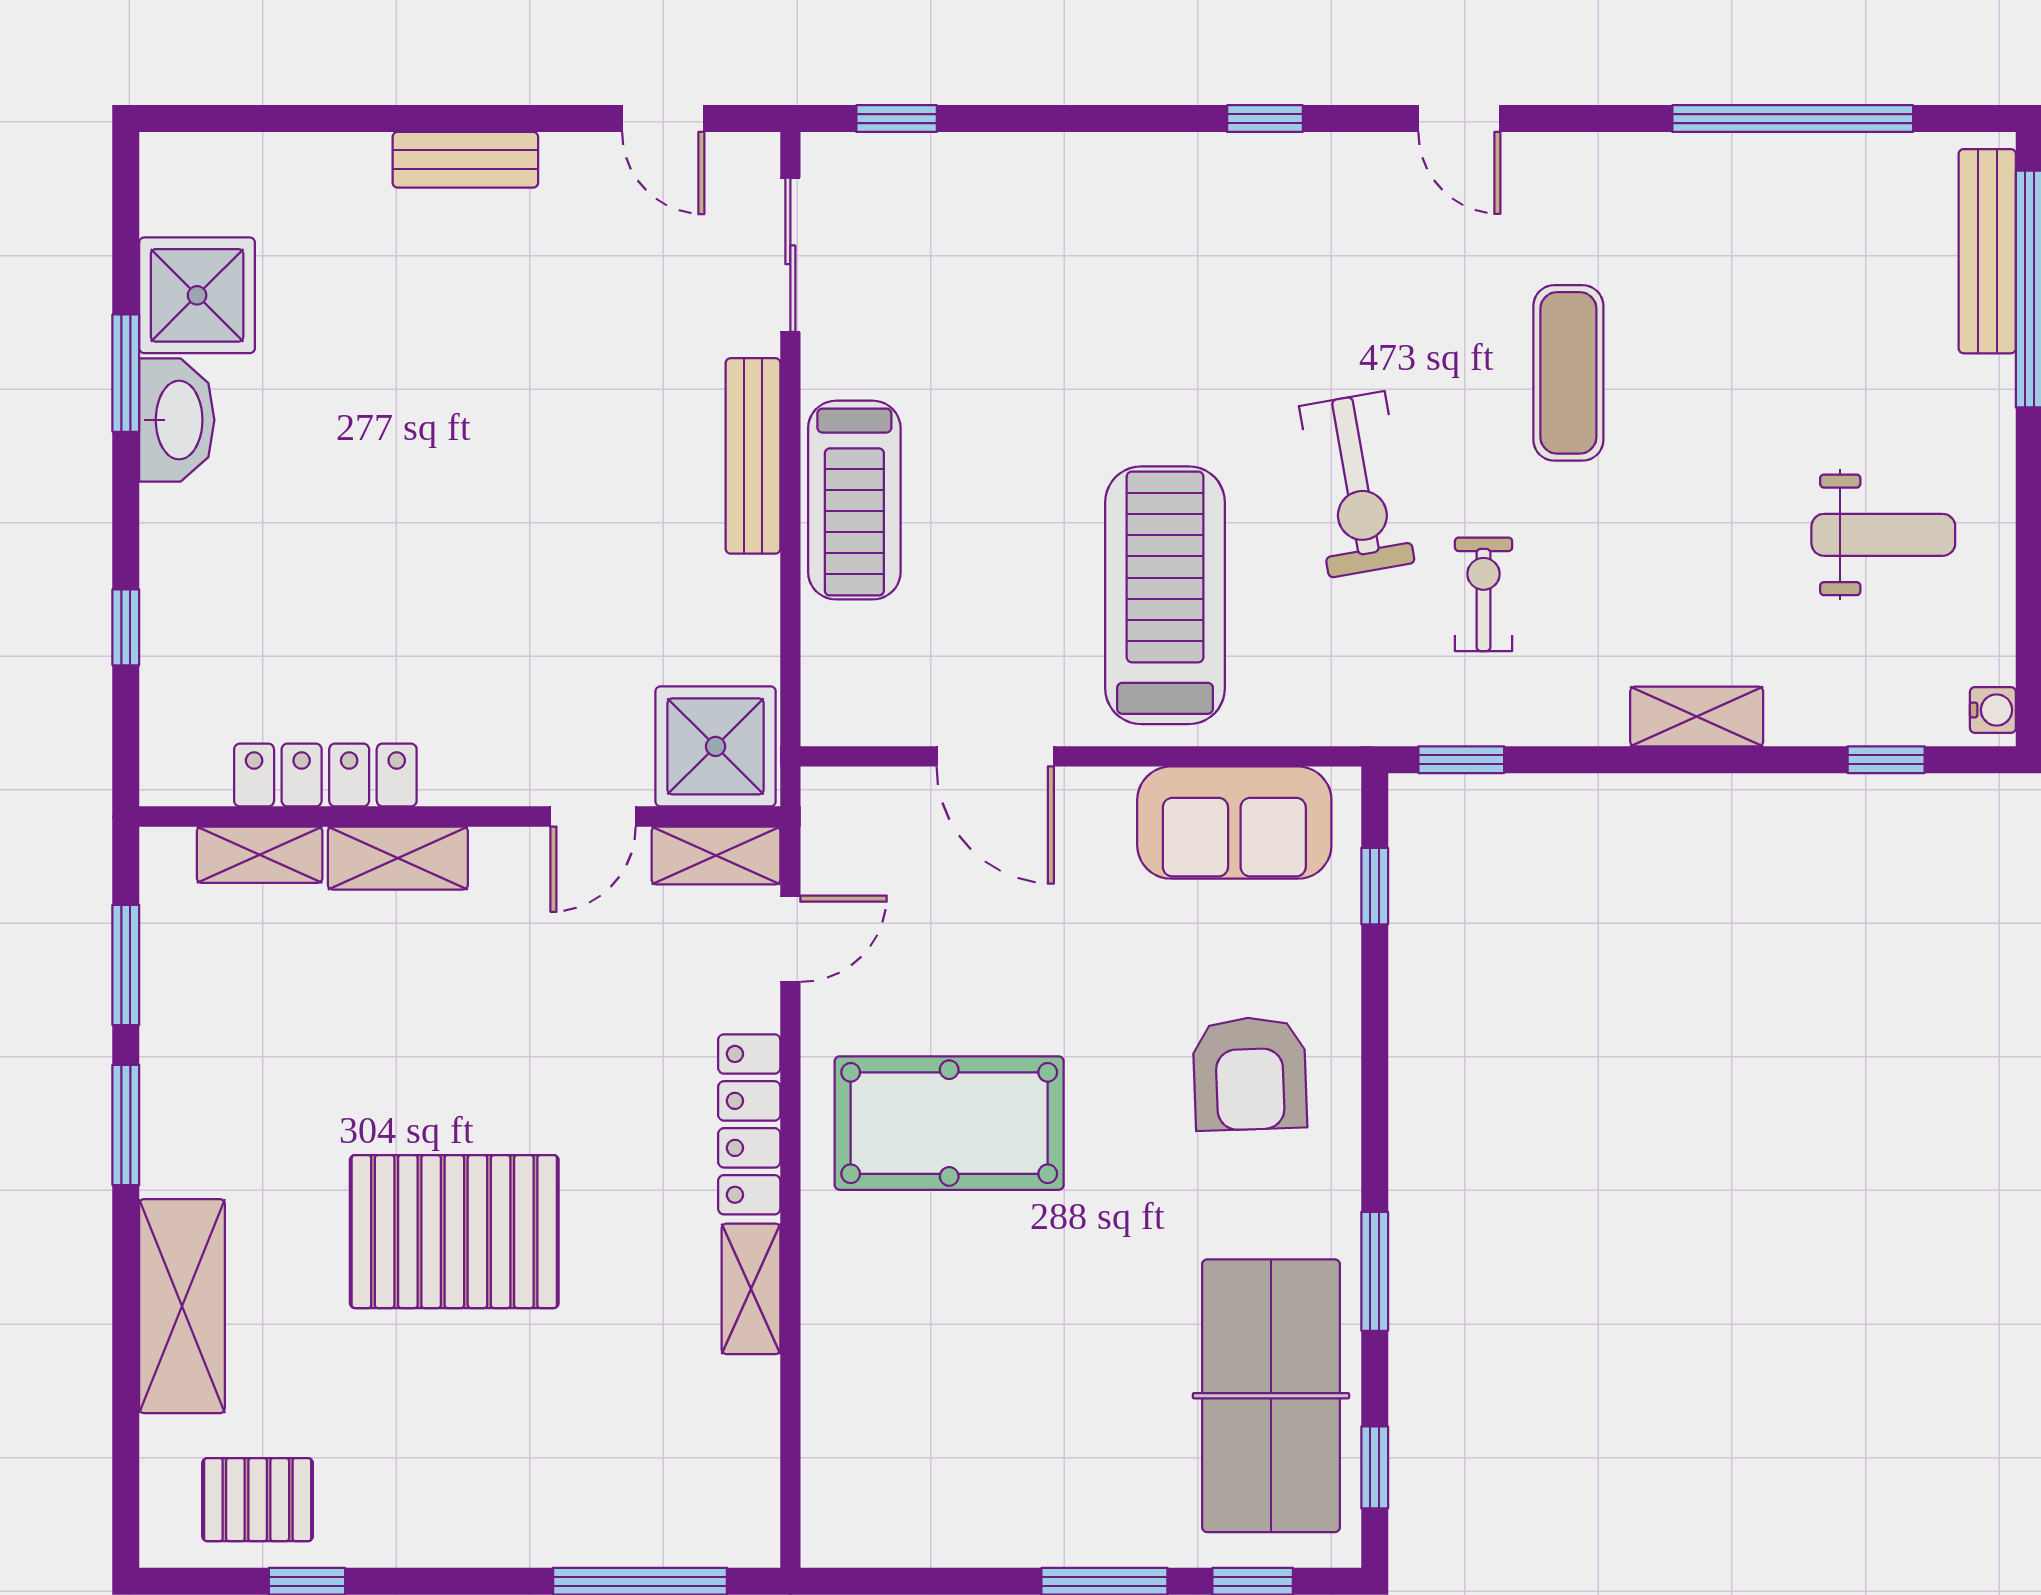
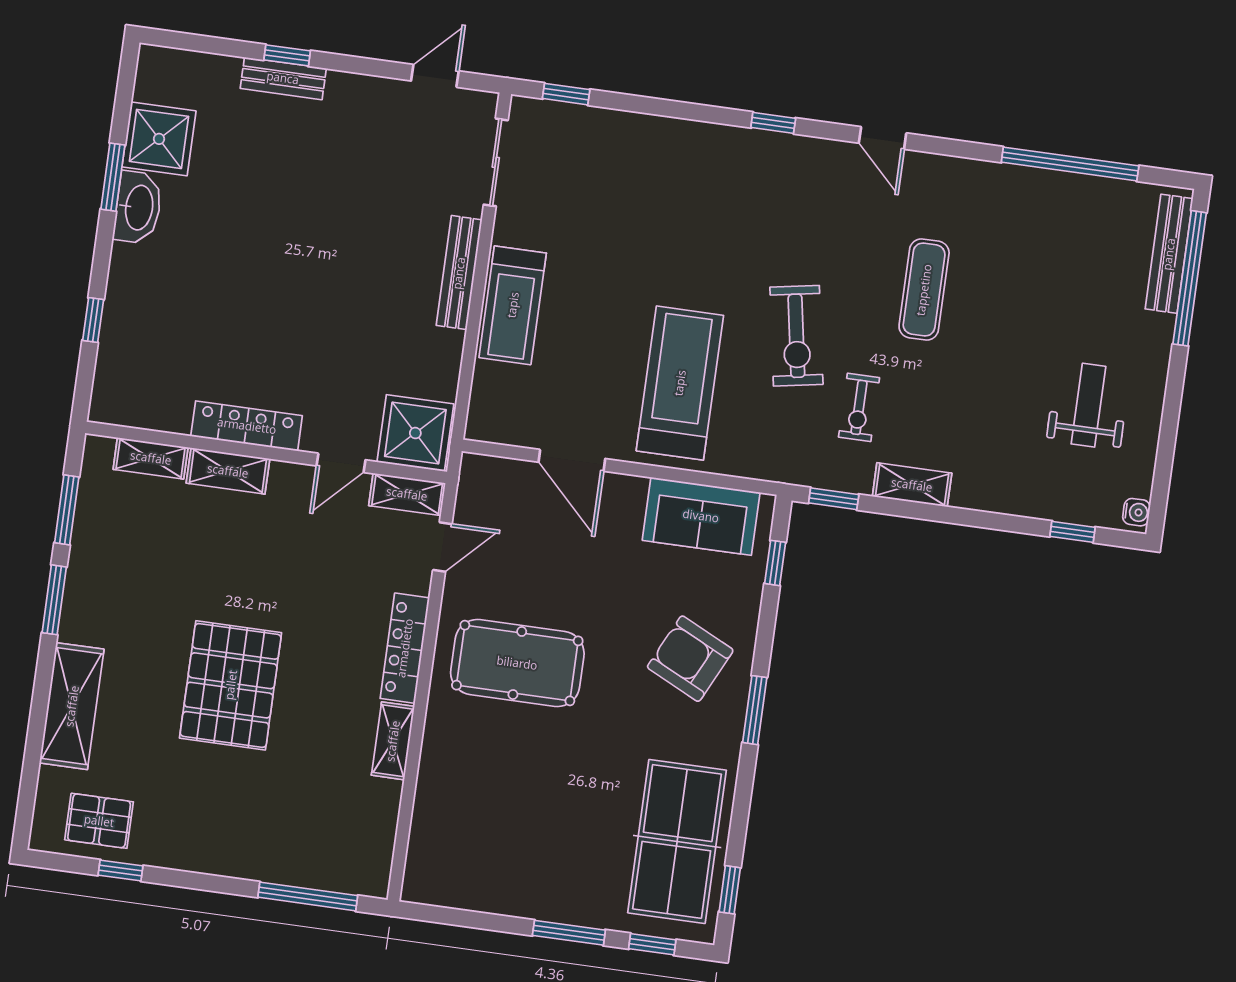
window: (400, 119) -> (287, 55), added
door: (663, 119) -> (435, 76), swing flipped
bench: (465, 160) -> (283, 78), moved
weight bench: (1883, 535) -> (1088, 405), turned -90
exercise bike: (1484, 594) -> (859, 407), turned 180
shelving: (1697, 716) -> (912, 485), moved
locker: (325, 775) -> (247, 426), moved
armchair: (1250, 1074) -> (690, 659), turned 118
pallet: (454, 1232) -> (231, 685), turned 90
window: (1375, 1271) -> (755, 710), moved

